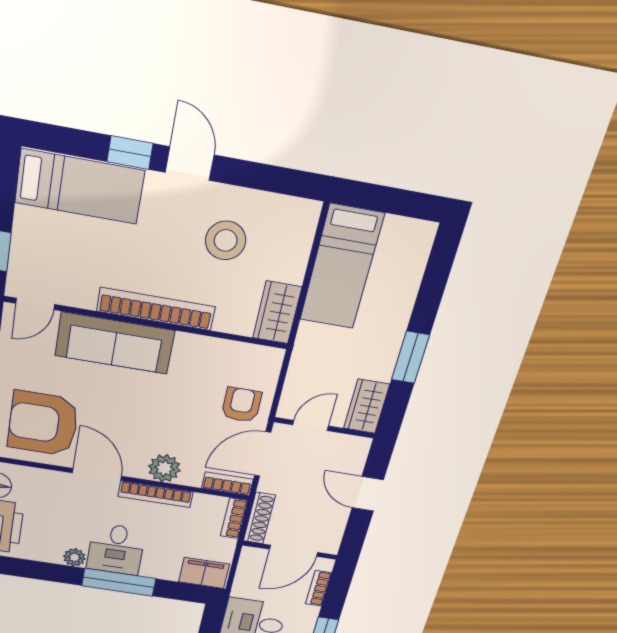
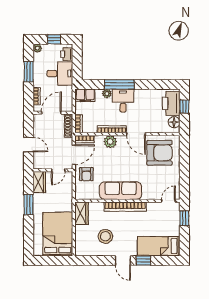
bed: (342, 267) -> (58, 234), width x1.50
sofa: (115, 343) -> (121, 191), moved
plant: (74, 557) -> (107, 94), moved

